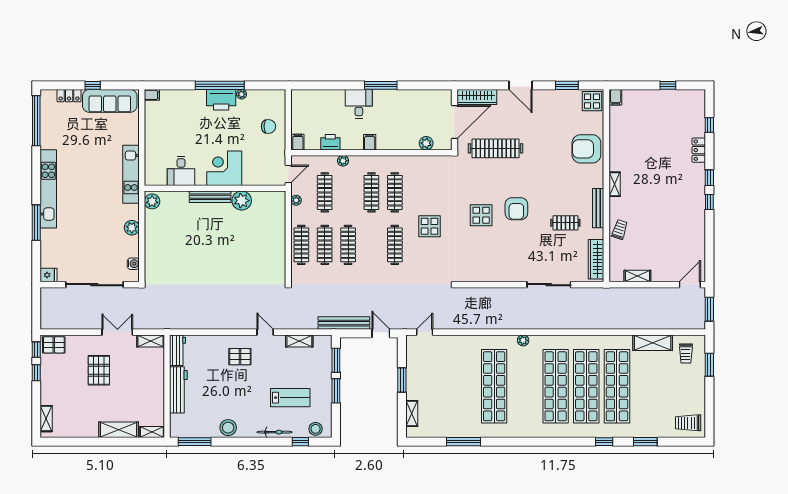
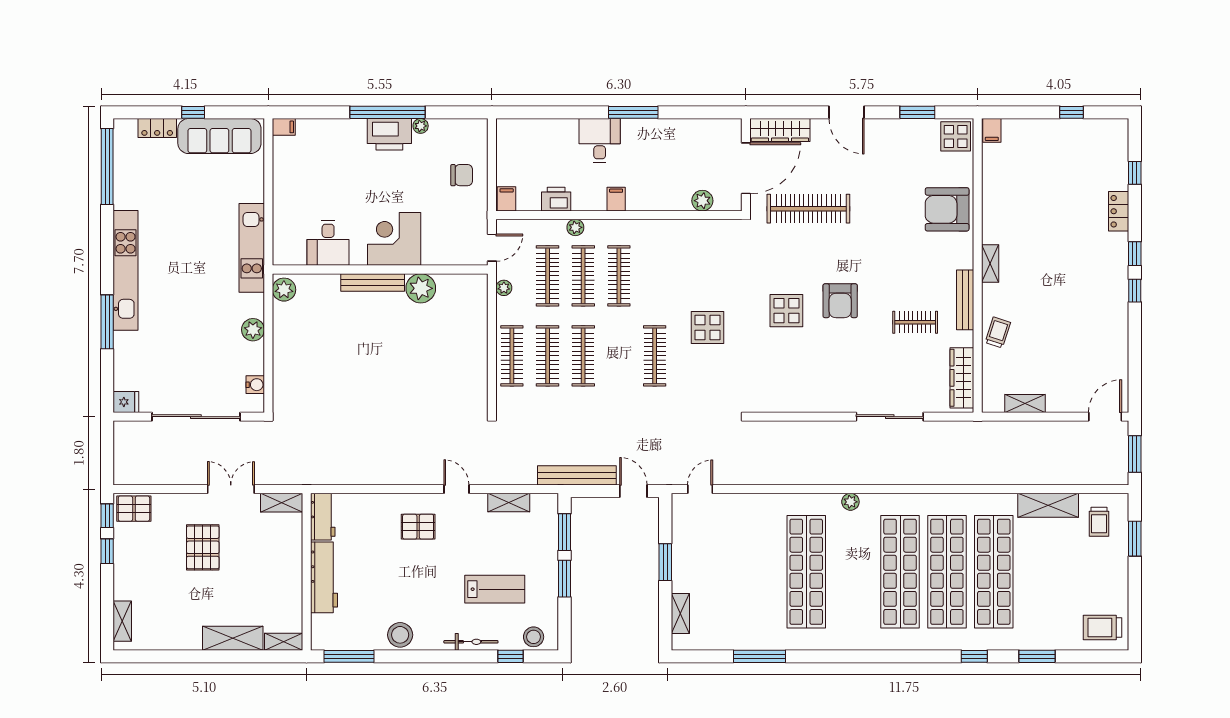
clothes rail: (395, 192) -> (583, 276), moved

